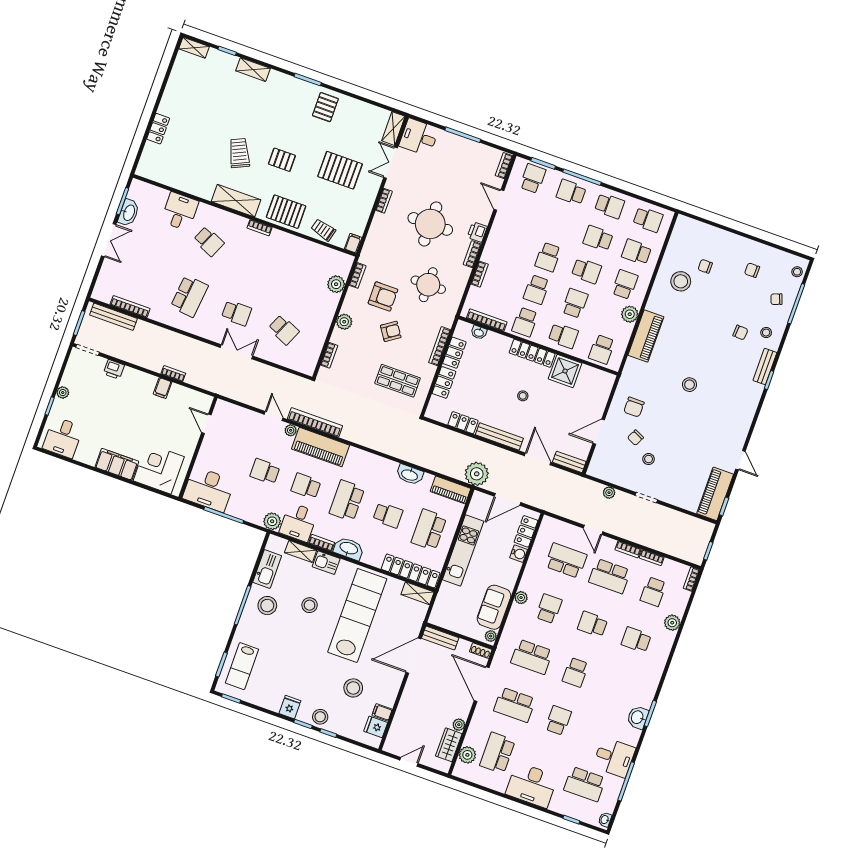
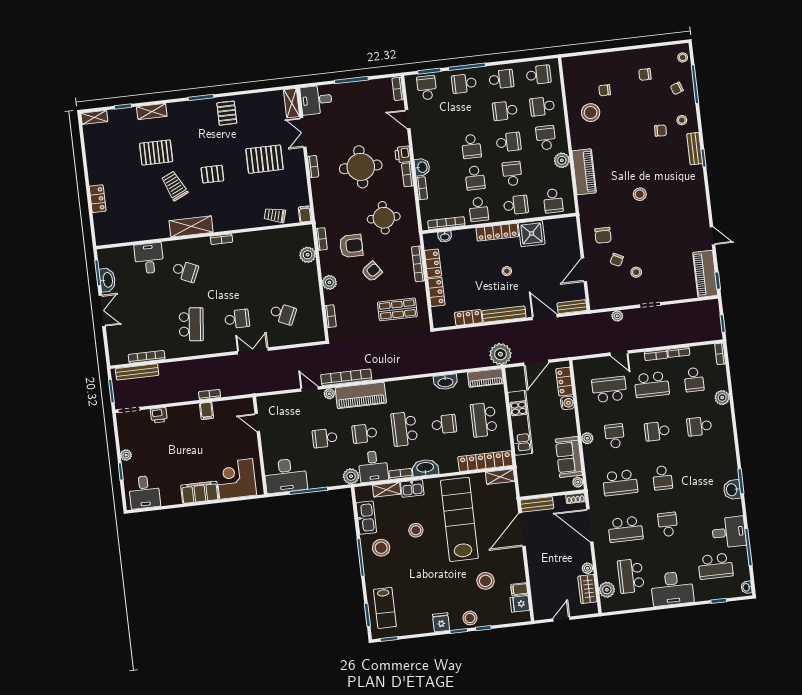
pallet: (286, 212) -> (156, 152), moved
washbasin: (490, 254) -> (422, 167), added

